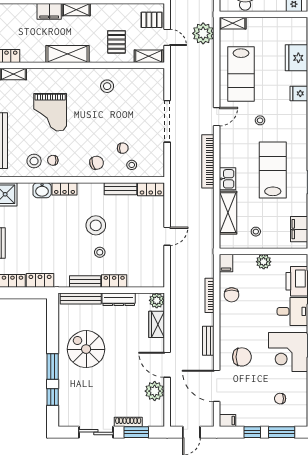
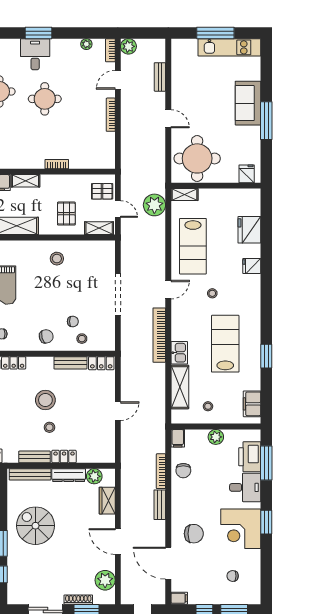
plant: (157, 300) -> (94, 476), moved
bench: (208, 341) -> (160, 505), moved
plant: (155, 391) -> (105, 580), moved

